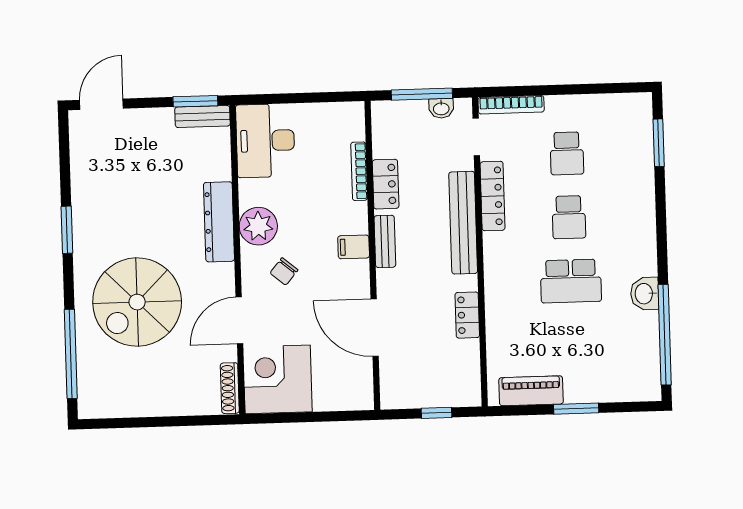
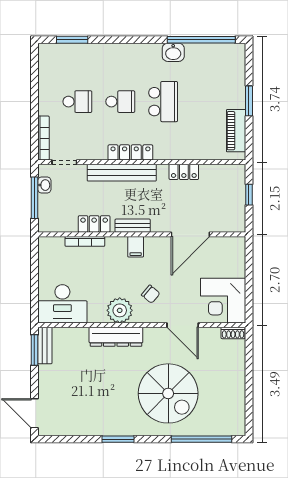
locker: (493, 196) -> (130, 152), moved
shoe rack: (230, 388) -> (233, 333), width x0.70

